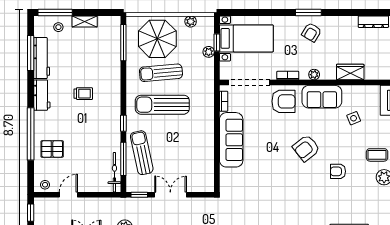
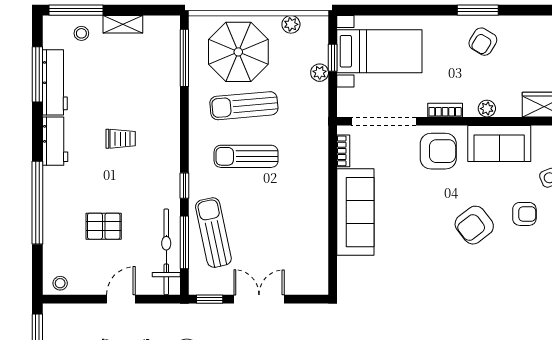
sun lounger: (162, 105) -> (246, 156), width x0.73, depth x0.75
pallet: (52, 149) -> (104, 226), moved
armchair: (338, 171) -> (524, 214), moved, turned 180
bicycle: (114, 172) -> (166, 252), width x1.37, depth x1.40
door: (68, 195) -> (121, 299), moved

